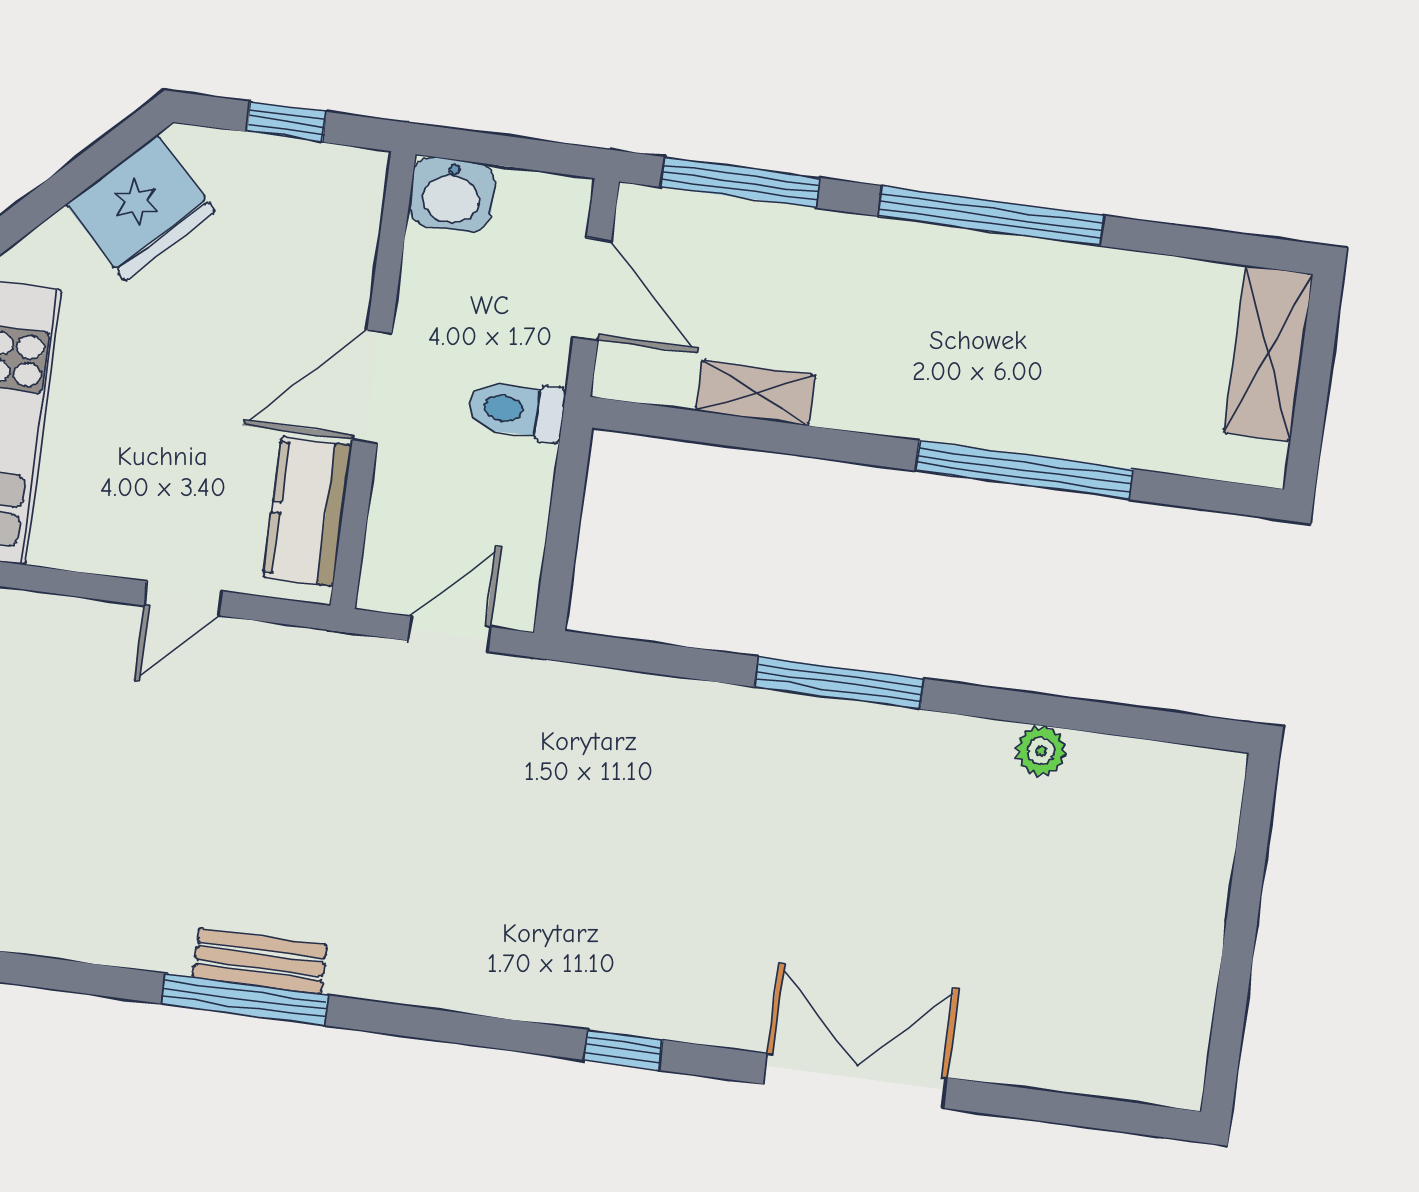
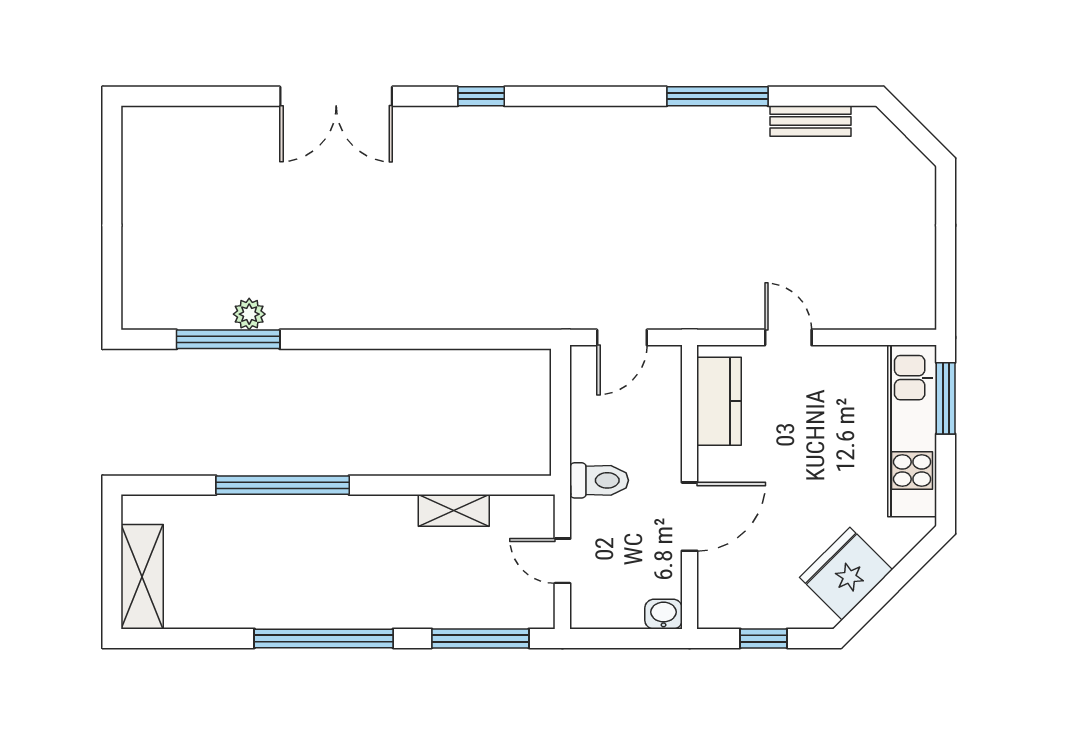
washbasin: (452, 194) -> (664, 614), width x0.72, depth x0.69
door: (592, 289) -> (562, 561), width x0.73
door: (372, 387) -> (690, 517), moved
door: (183, 598) -> (788, 337), hinge flipped
window: (839, 683) -> (228, 339), moved
bench: (260, 961) -> (810, 121), moved

